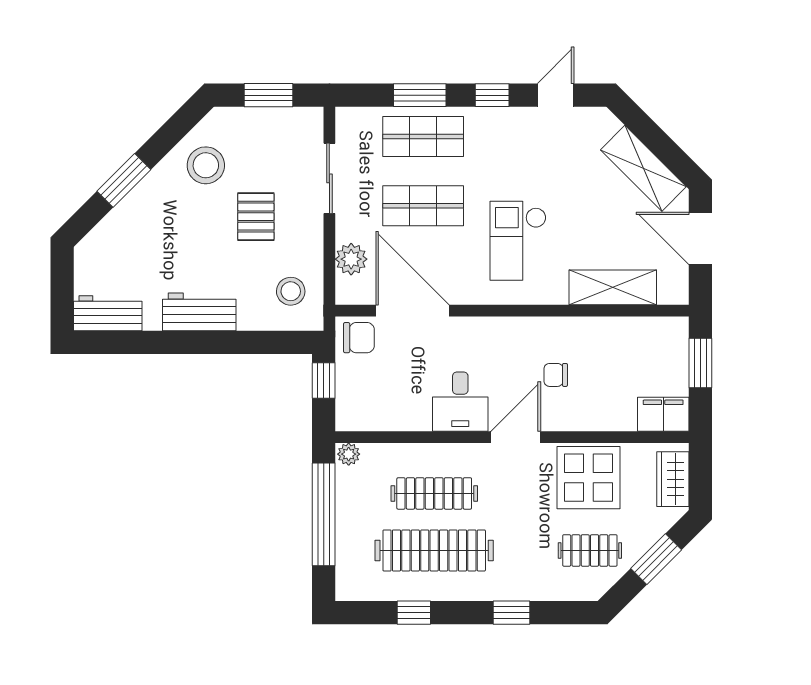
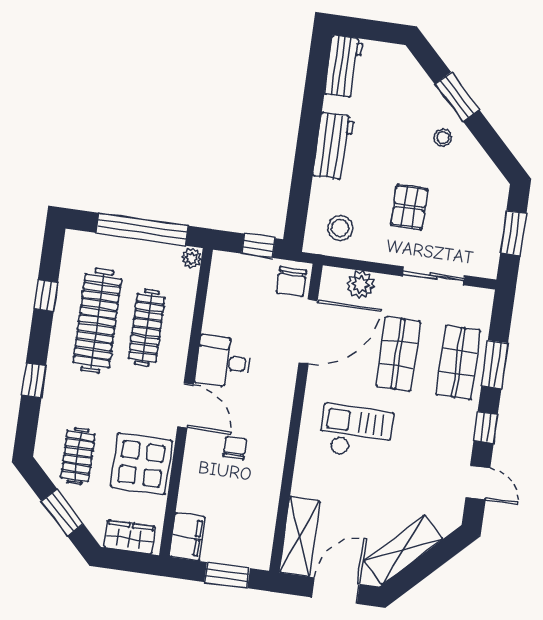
stool: (206, 165) -> (443, 138), moved, width x0.53, depth x0.53
pallet: (256, 217) -> (409, 207), turned 90
shelving: (613, 287) -> (300, 537), moved

